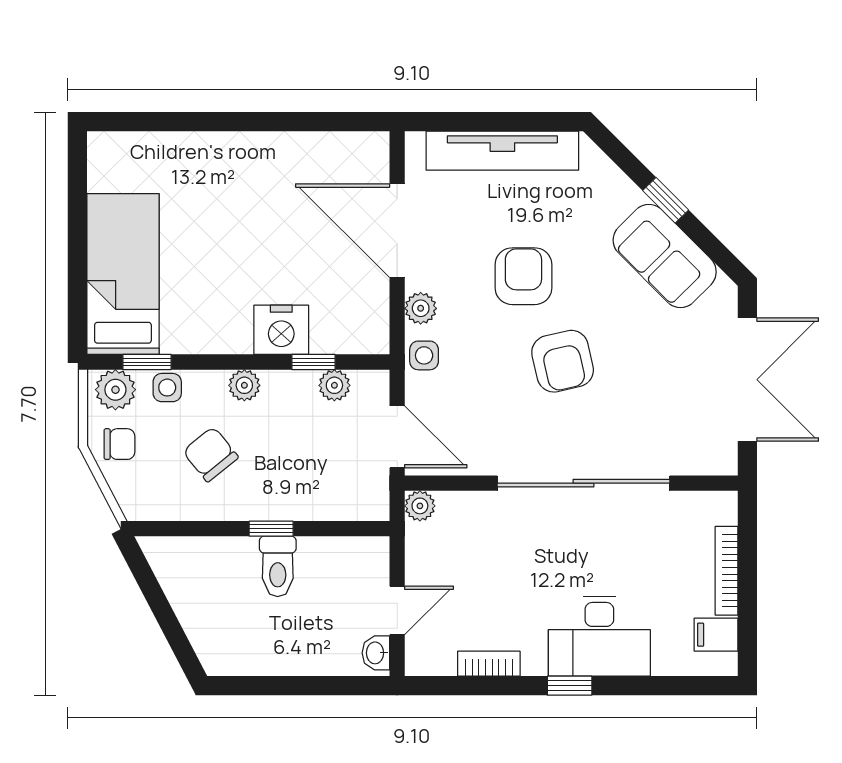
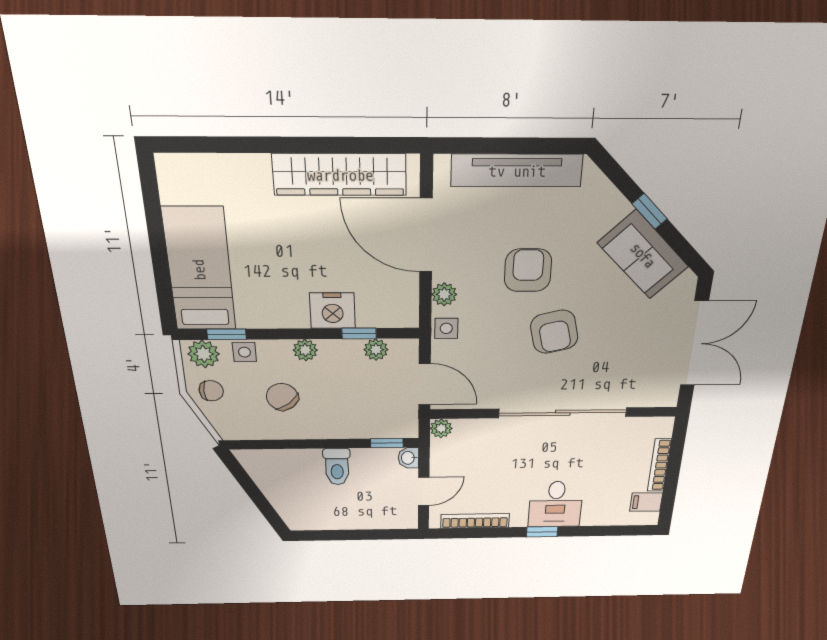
wardrobe: (297, 156) -> (340, 175), added
window: (271, 529) -> (387, 443), moved
desk: (599, 636) -> (556, 504), width x0.73
washbasin: (376, 653) -> (408, 458), moved
bookcase: (489, 664) -> (475, 521), width x1.56

